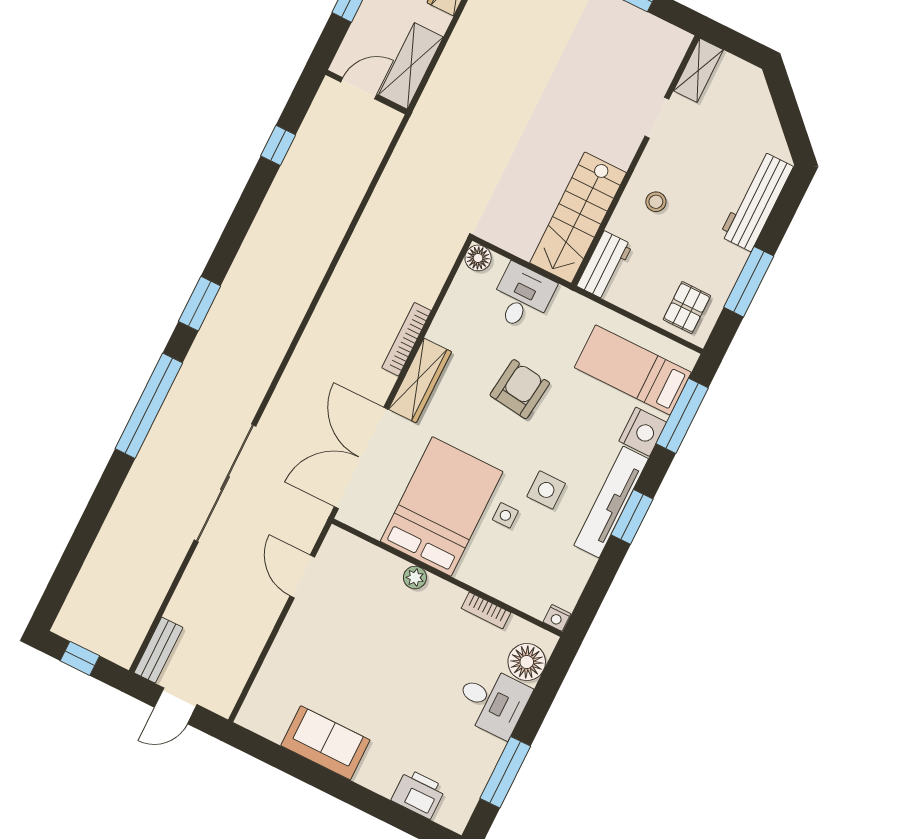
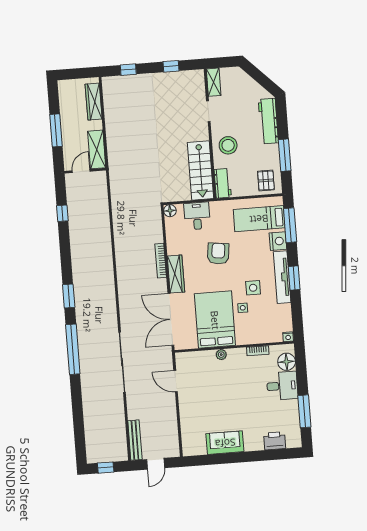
stool: (656, 202) -> (228, 145), width x1.89, depth x1.89
bench: (158, 650) -> (135, 440), width x1.36

